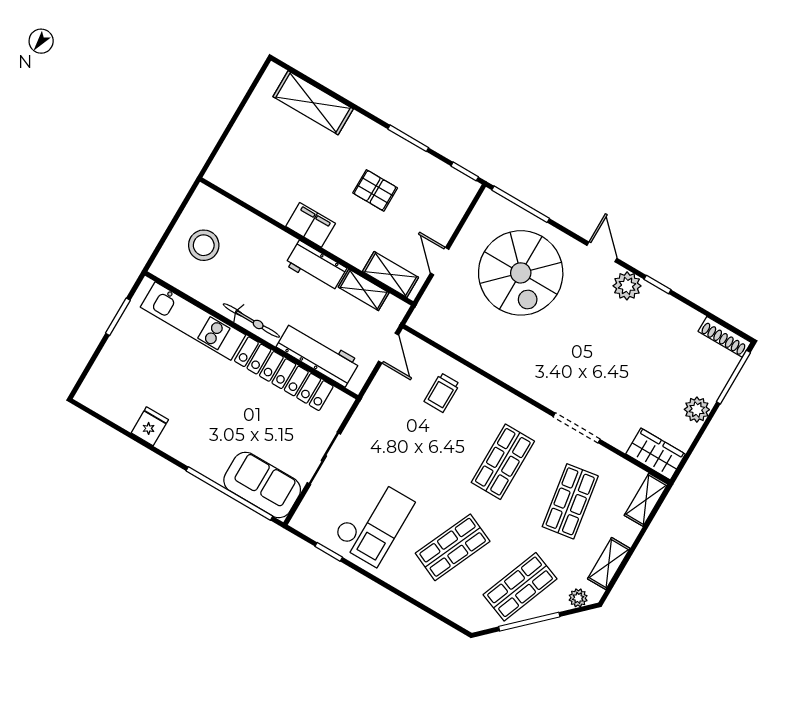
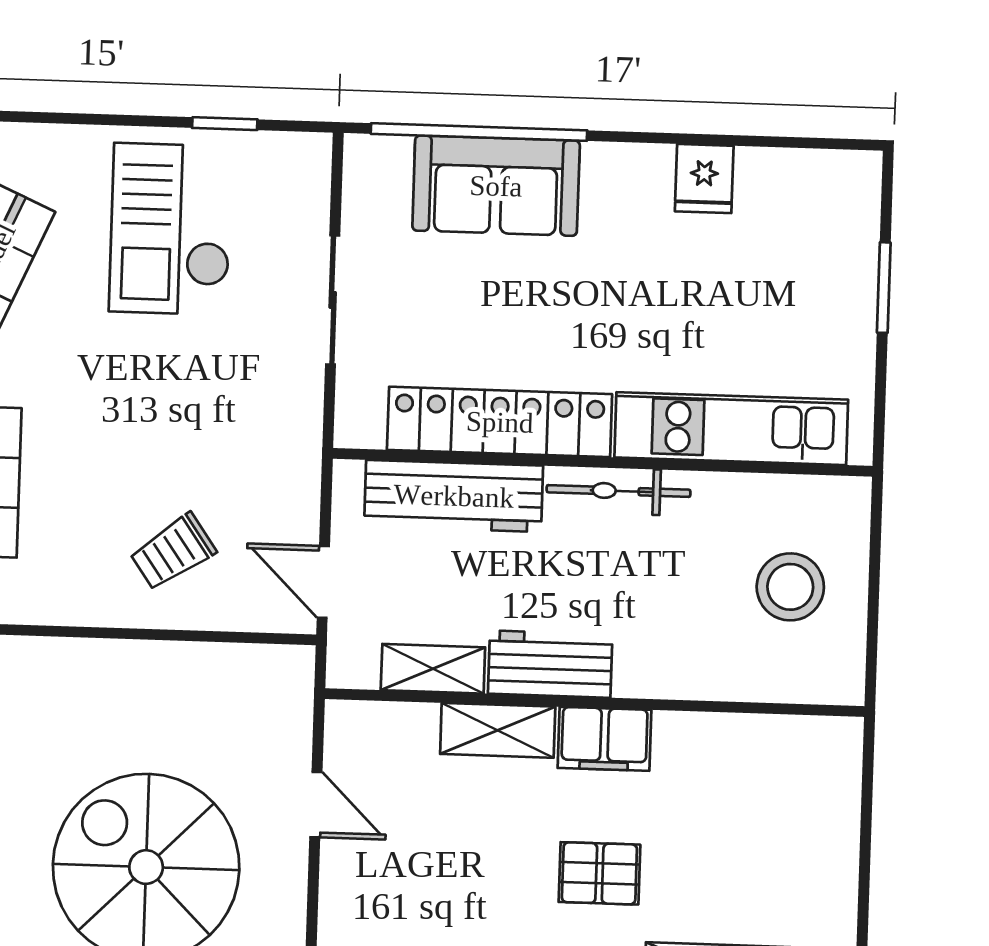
pallet: (375, 190) -> (599, 873), moved
shelving: (391, 274) -> (498, 730), moved
window: (118, 317) -> (884, 288), moved
trolley: (442, 393) -> (173, 552), turned -125
sofa: (262, 485) -> (496, 186), moved

